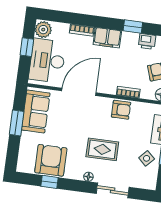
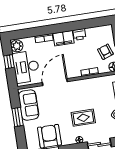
window: (133, 27) -> (79, 25), removed
printer: (147, 41) -> (79, 34), moved
armchair: (121, 110) -> (88, 86), removed

